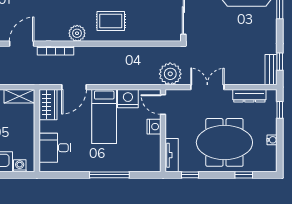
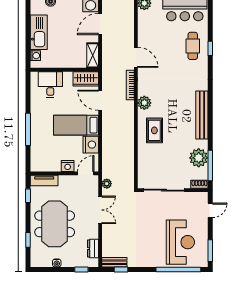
plant: (170, 74) -> (107, 184), width x0.53, depth x0.53
dresser: (249, 96) -> (93, 249), width x0.70

